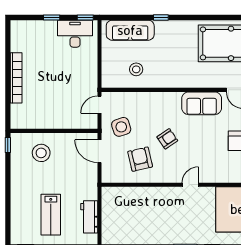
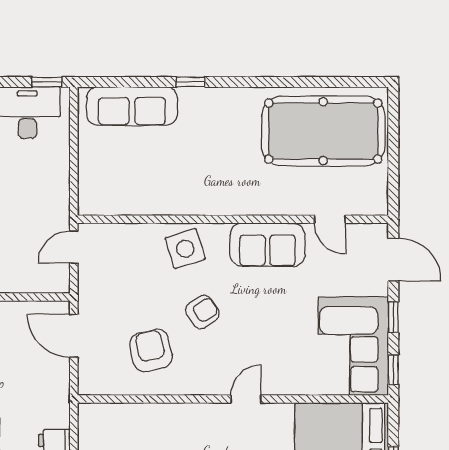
stool: (136, 69) -> (143, 180), removed
side table: (121, 127) -> (185, 249), moved

